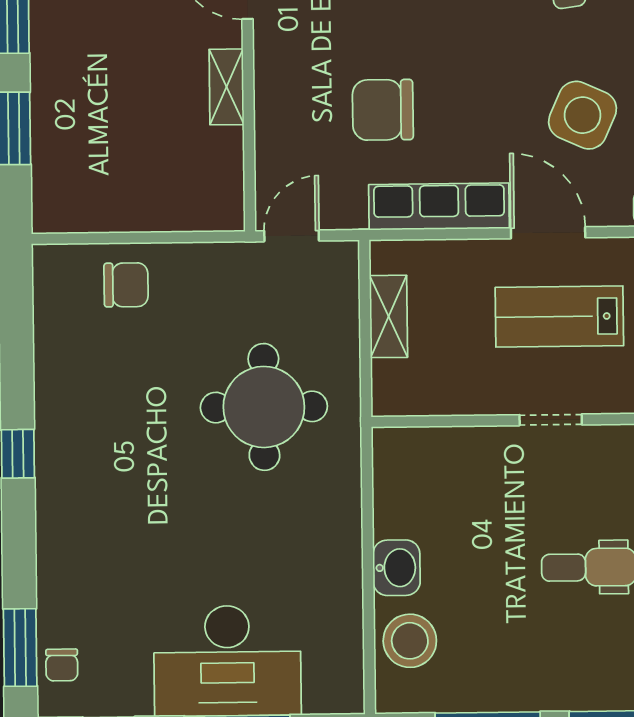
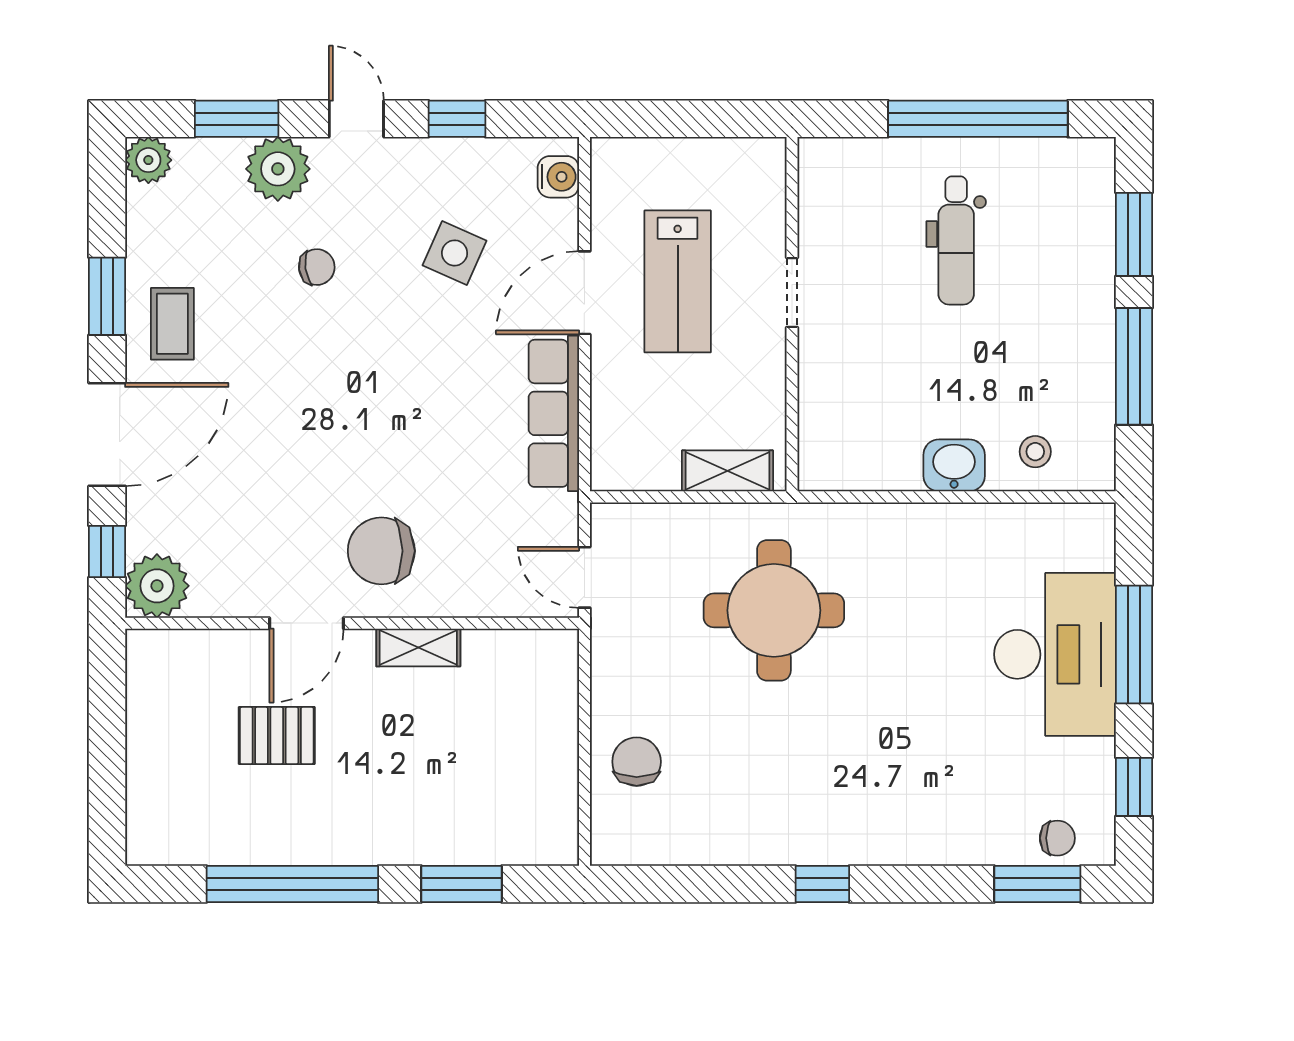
chair: (383, 110) -> (381, 551), moved, turned 90
side table: (583, 115) -> (455, 253), width x0.73, depth x0.73
shelving: (389, 316) -> (728, 471), moved
stool: (410, 641) -> (1035, 452), width x0.53, depth x0.53

